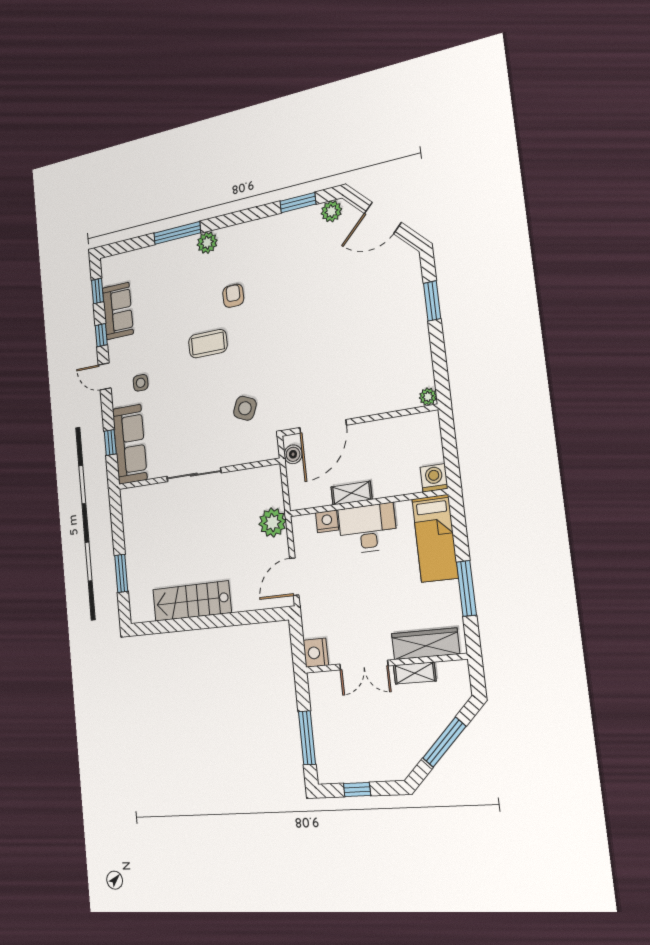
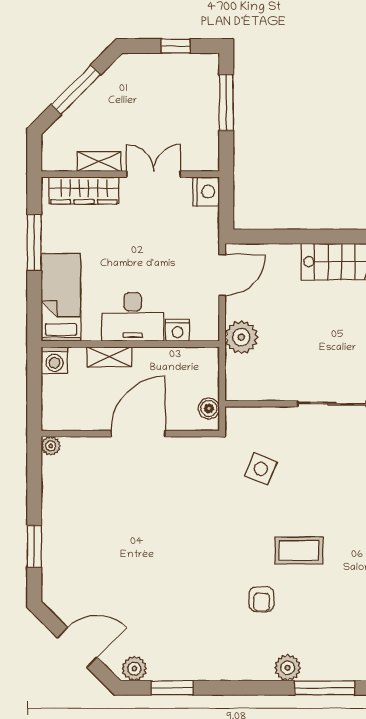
door: (323, 426) -> (138, 434), moved
shelving: (352, 493) -> (109, 357), moved

